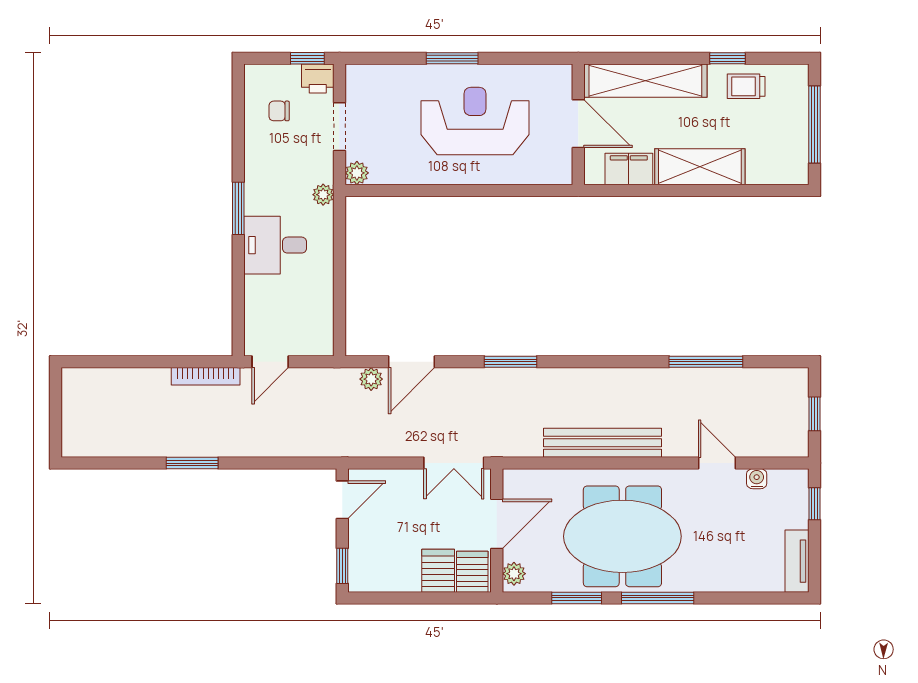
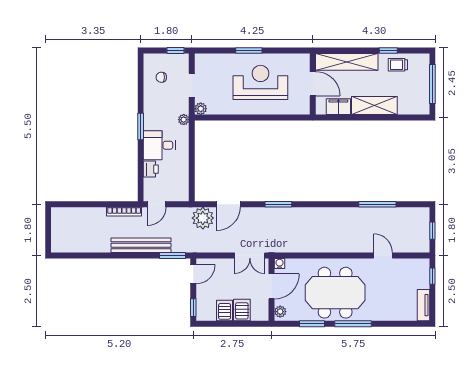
printer: (318, 79) -> (151, 169), moved, turned -90
plant: (371, 379) -> (203, 218), width x1.88, depth x1.88
bench: (602, 443) -> (141, 245), moved
window: (192, 463) -> (173, 256), moved
water cooler: (757, 479) -> (279, 263), moved
server rack: (472, 572) -> (225, 311), moved

